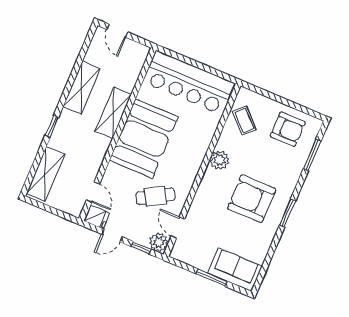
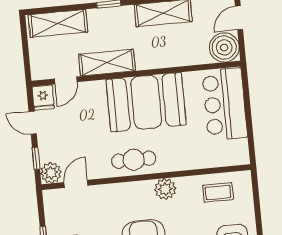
boiler: (134, 55) -> (224, 47), added
bar counter: (189, 83) -> (225, 104), width x0.73
shelving: (113, 113) -> (107, 63), moved
coffee table: (244, 121) -> (218, 192), turned 45
cafe table: (155, 196) -> (134, 160), moved, turned -60

